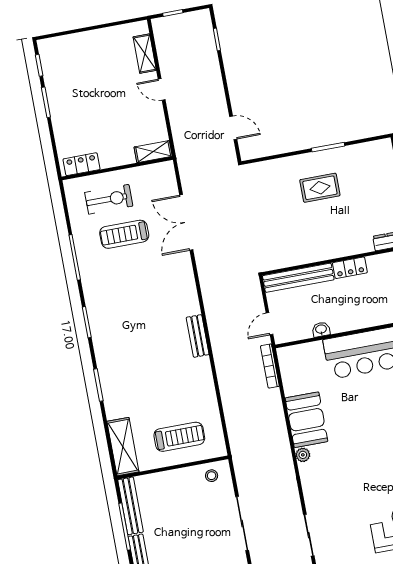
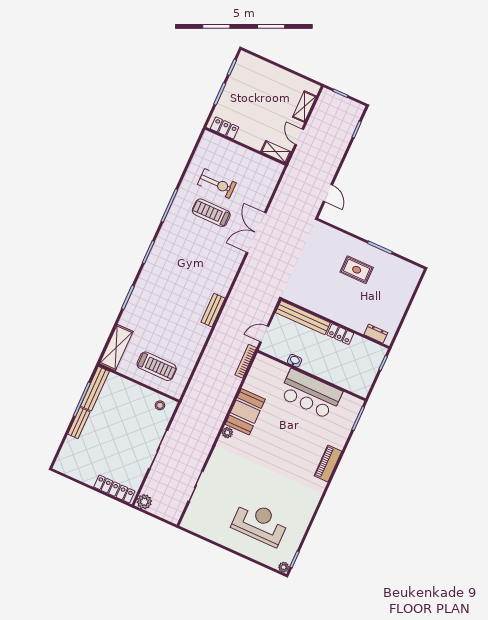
shelving: (153, 152) -> (276, 152), moved
locker: (82, 164) -> (225, 128), moved
wall: (117, 168) -> (246, 146), moved

